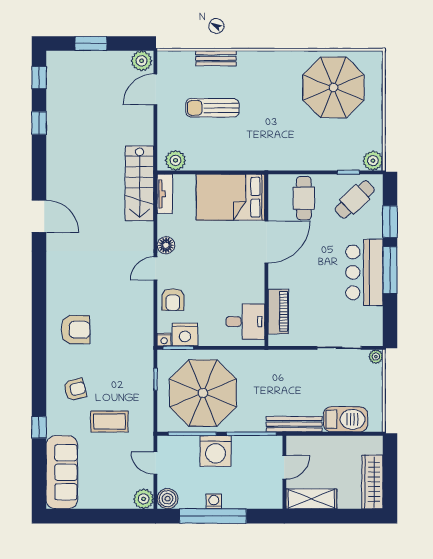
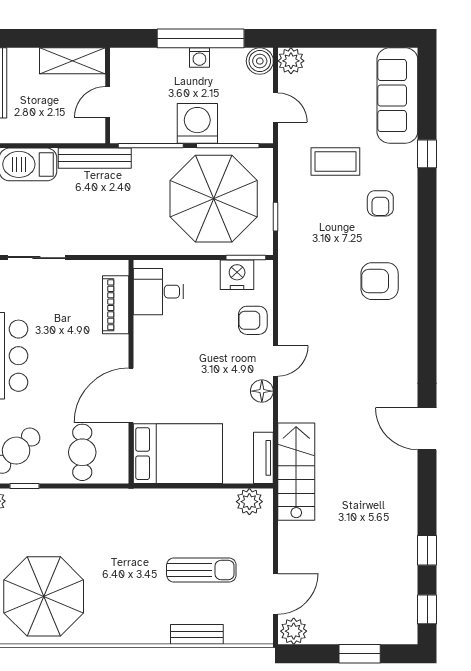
armchair: (173, 300) -> (253, 320), turned -90
nightstand: (164, 340) -> (264, 268), removed
armchair: (75, 389) -> (380, 203), turned -76

